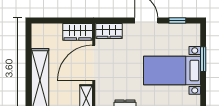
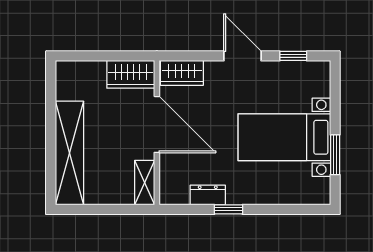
window: (203, 59) -> (335, 155), moved
door: (94, 63) -> (157, 124), swing flipped

